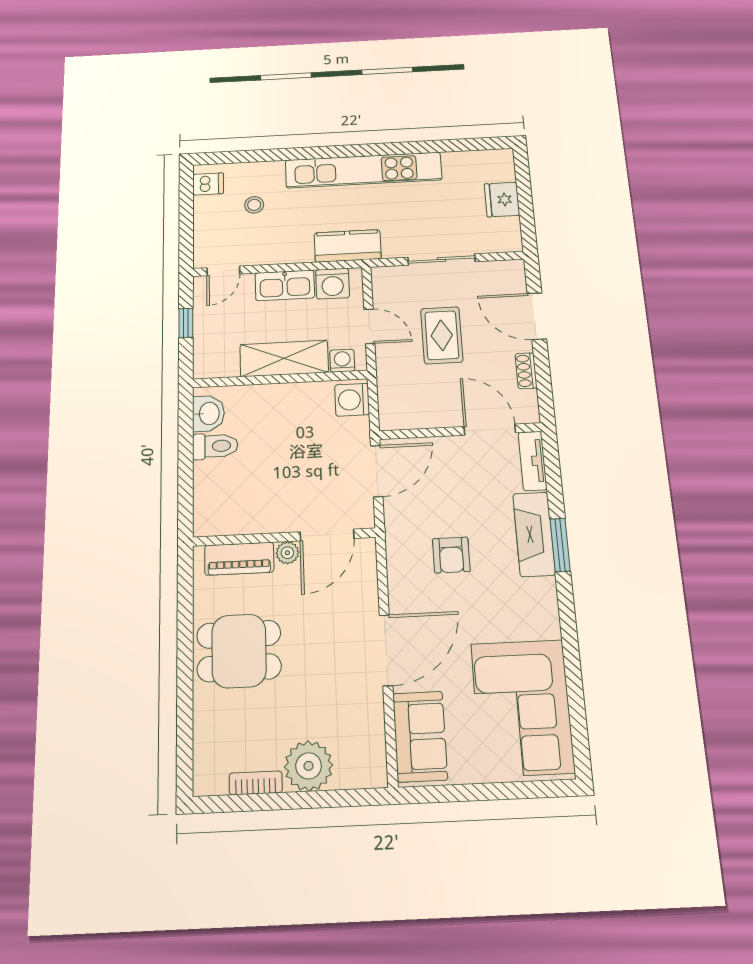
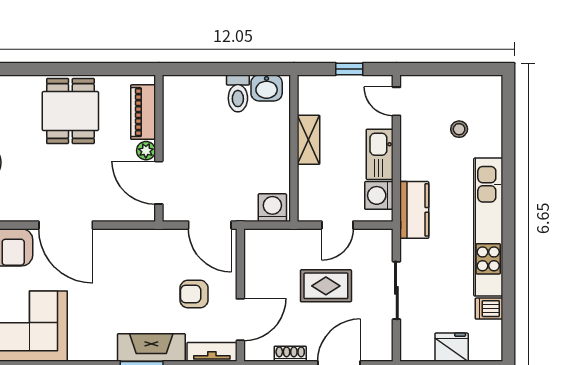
dishwasher: (208, 184) -> (489, 309), moved, turned 90
shelving: (284, 358) -> (309, 140), width x0.67, depth x0.75
washing machine: (342, 361) -> (308, 201), removed
armchair: (451, 555) -> (194, 294), moved

